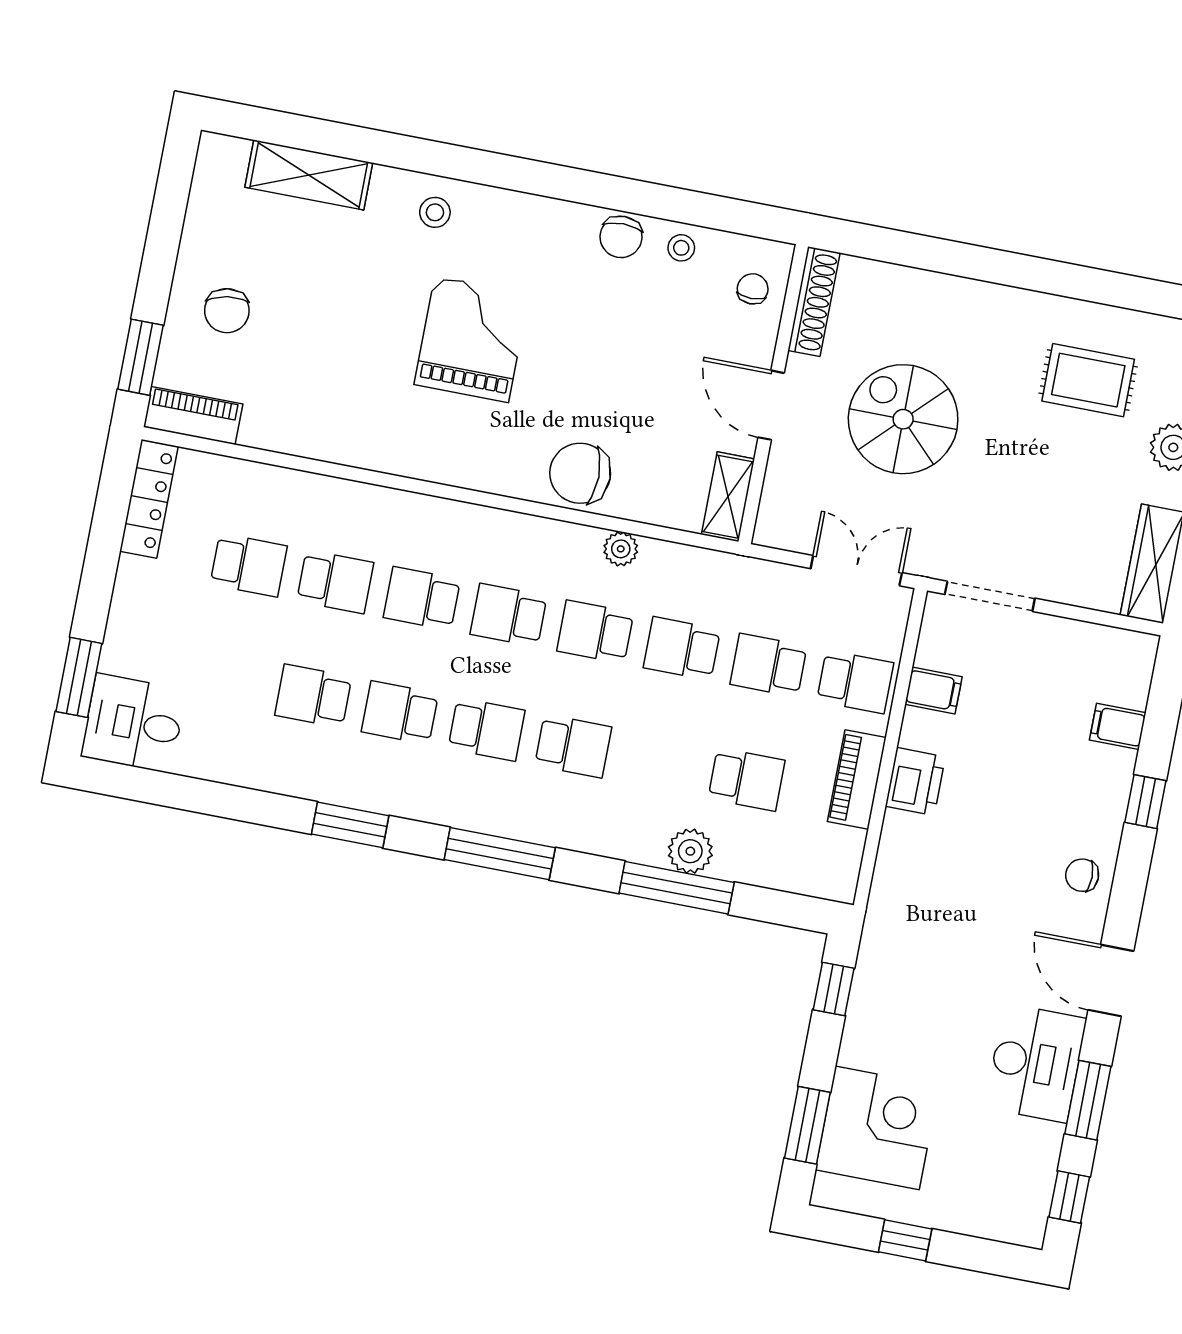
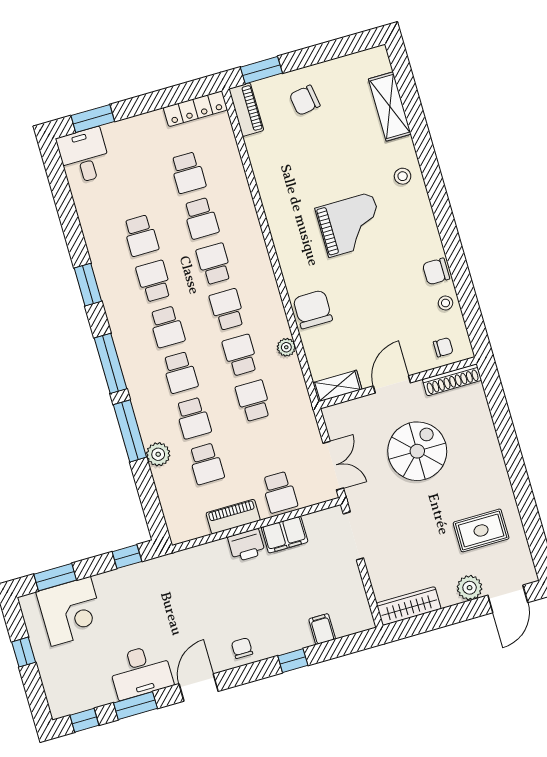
rug: (1088, 380) -> (481, 530), turned 90
school desk: (769, 665) -> (193, 418), moved, turned 180
filing cabinet: (933, 691) -> (285, 535), width x2.00
school desk: (313, 696) -> (141, 235), turned 180
window: (677, 888) -> (130, 431), moved

